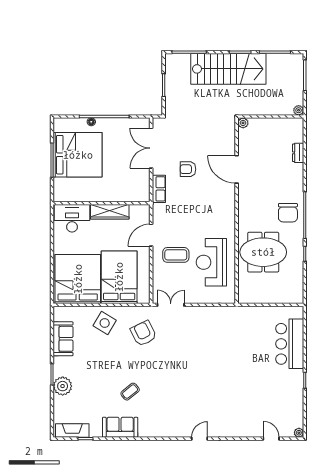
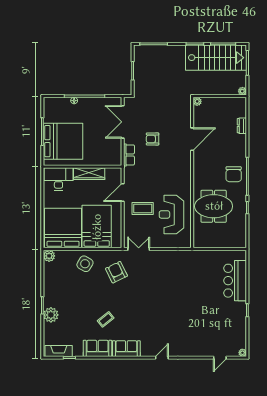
stairs: (228, 69) -> (216, 58), moved
bed: (78, 155) -> (63, 141), moved
door: (237, 169) -> (192, 139), swing flipped
plant: (60, 313) -> (49, 256), added
sofa: (63, 339) -> (126, 349), moved, turned -90
door: (271, 439) -> (220, 358), swing flipped

